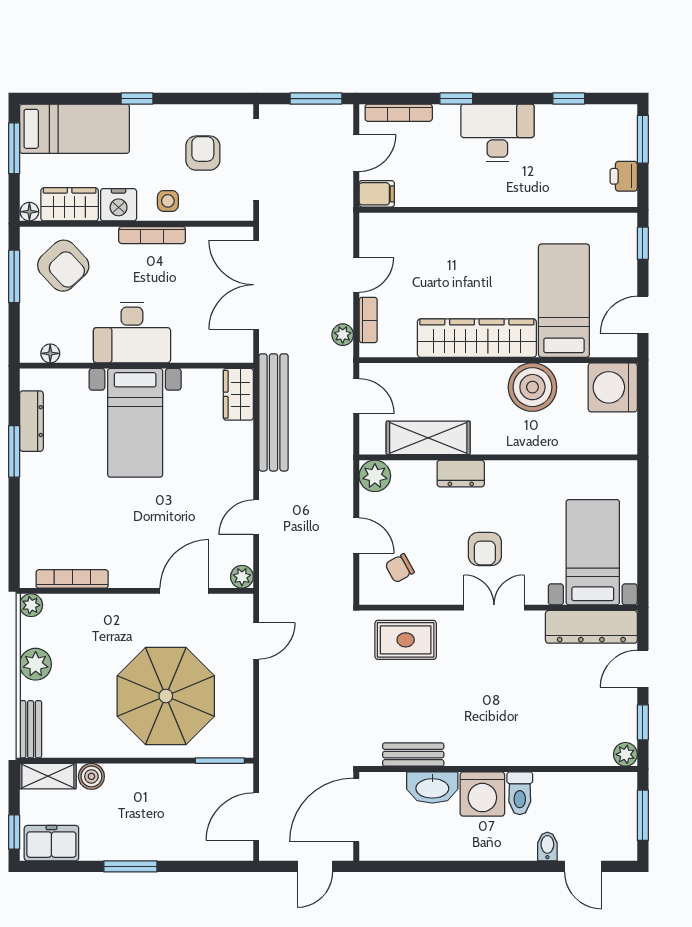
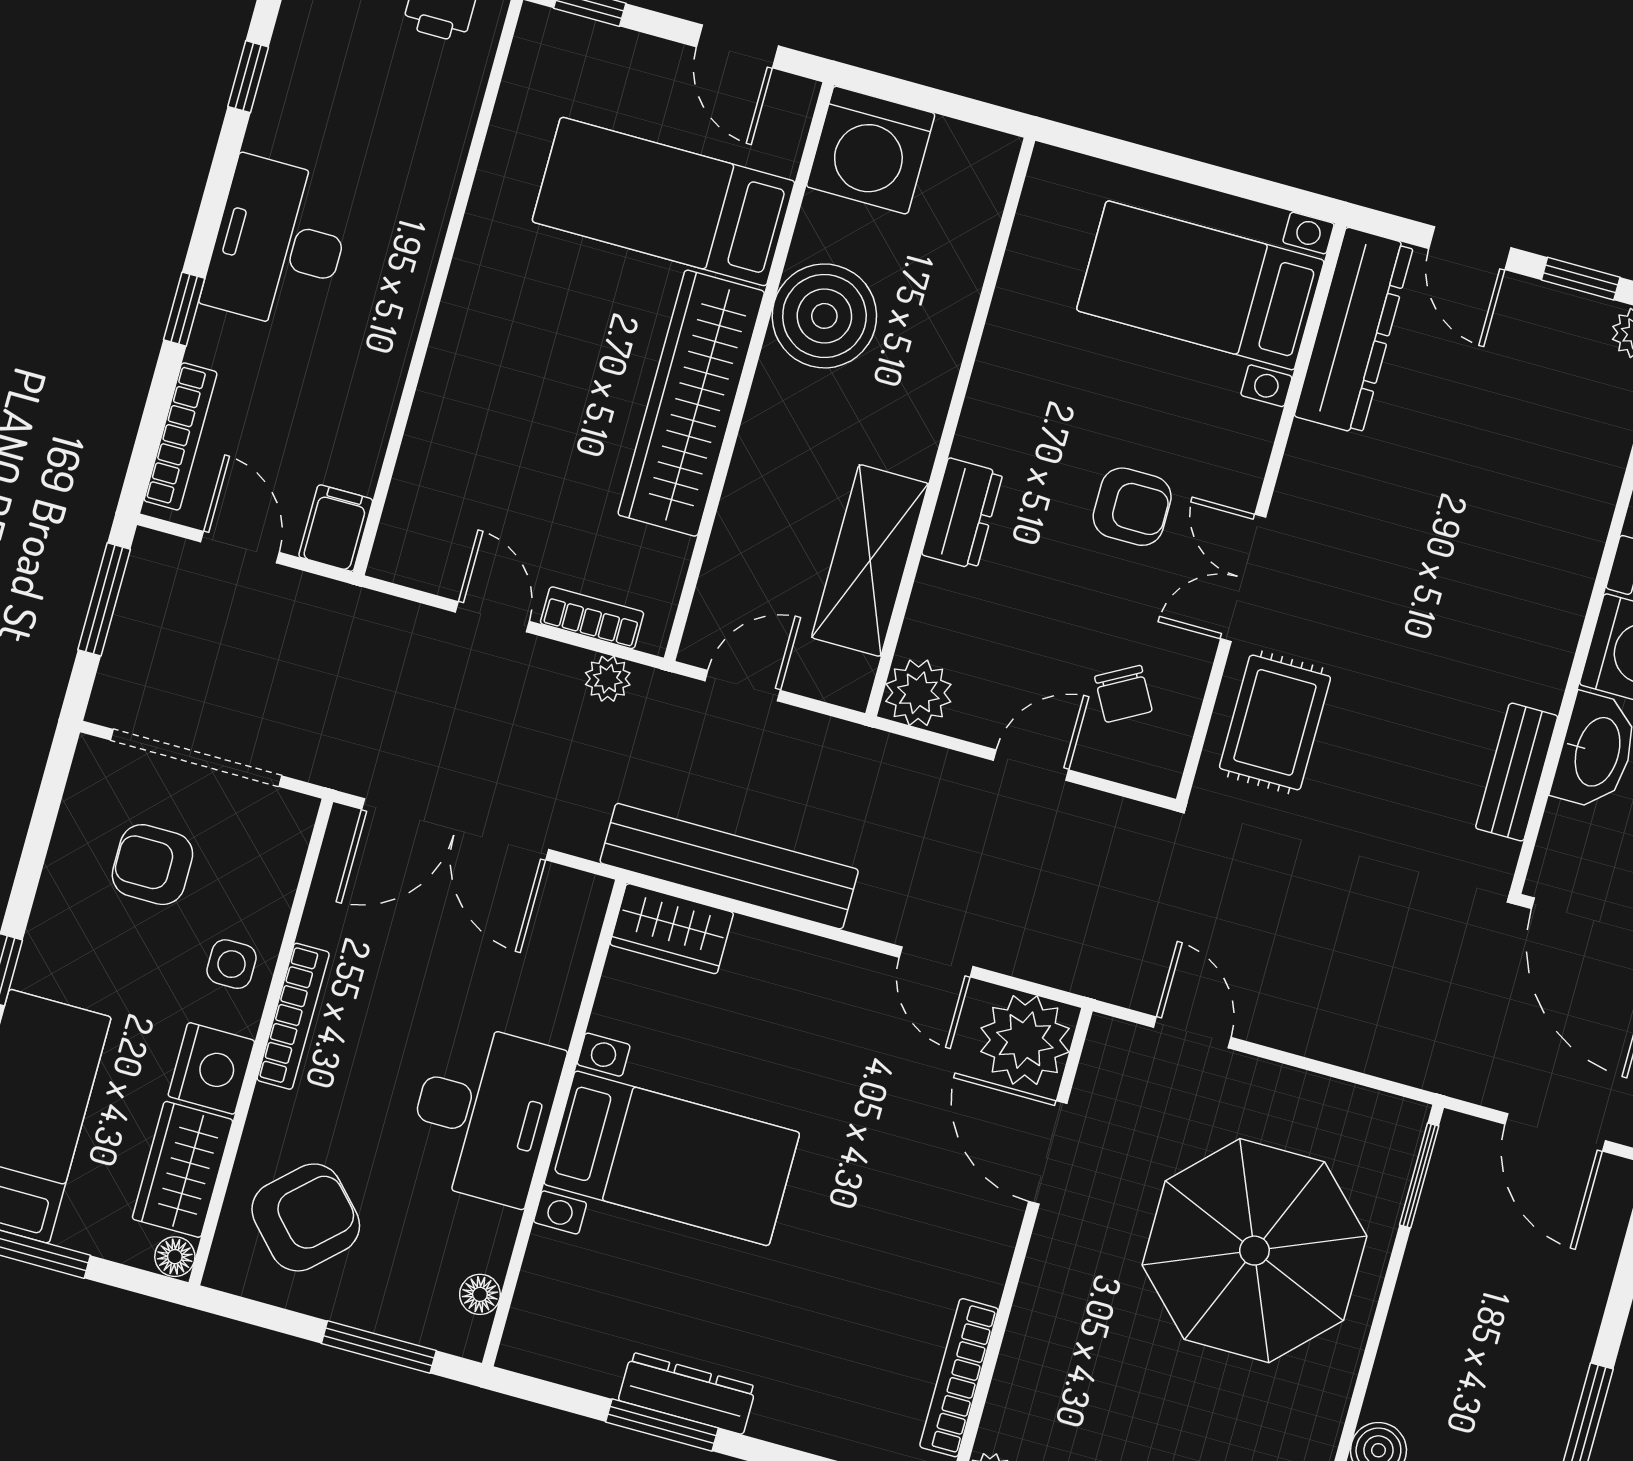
window: (14, 276) -> (379, 1347), moved
dresser: (31, 421) -> (687, 1393), moved
plant: (242, 577) -> (1025, 1040), width x1.88, depth x1.88
double door: (494, 608) -> (1243, 578), moved

